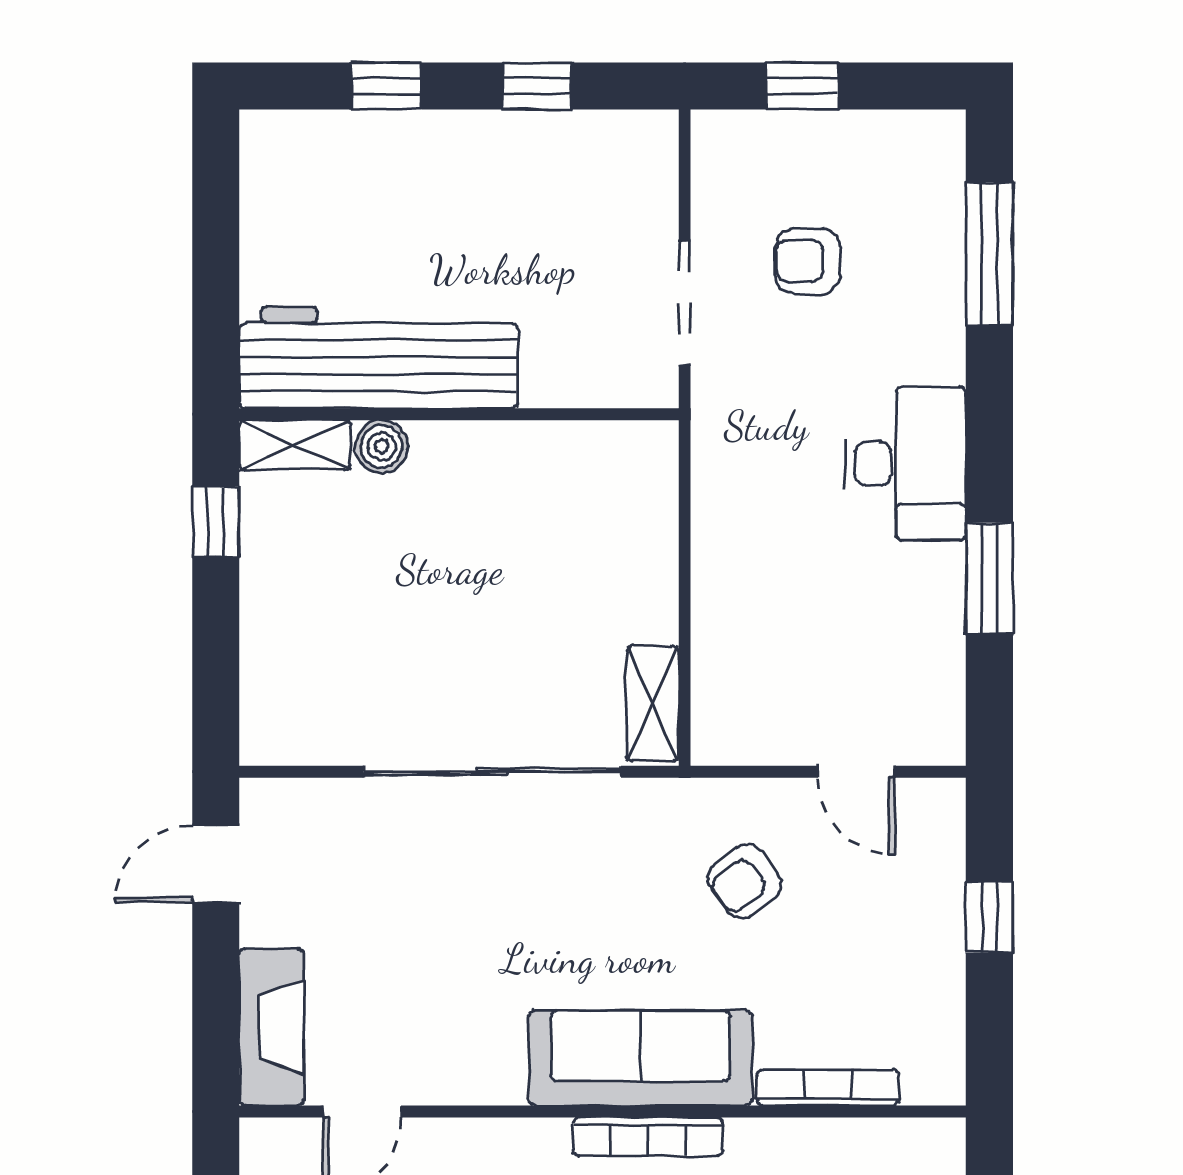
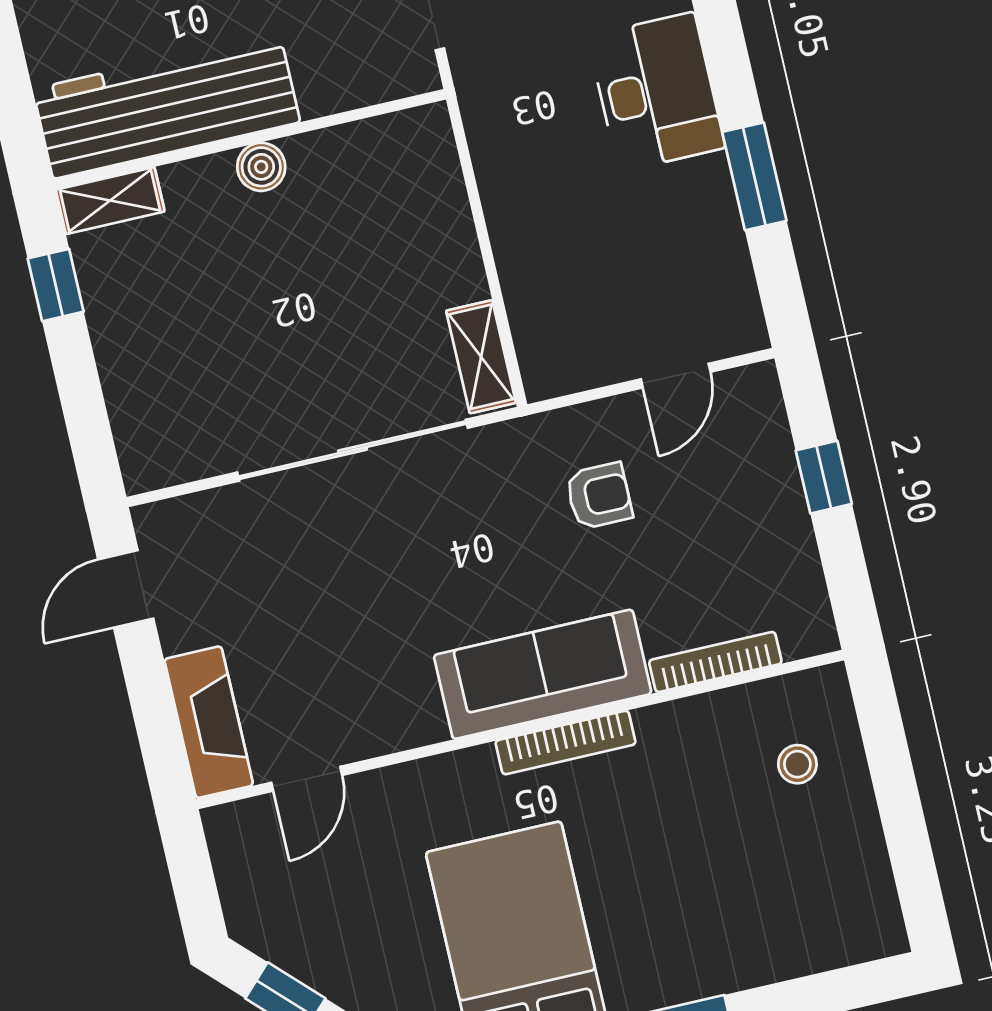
boiler: (382, 446) -> (261, 167), moved
door: (856, 772) -> (676, 376), hinge flipped
armchair: (745, 881) -> (599, 496), turned -143

